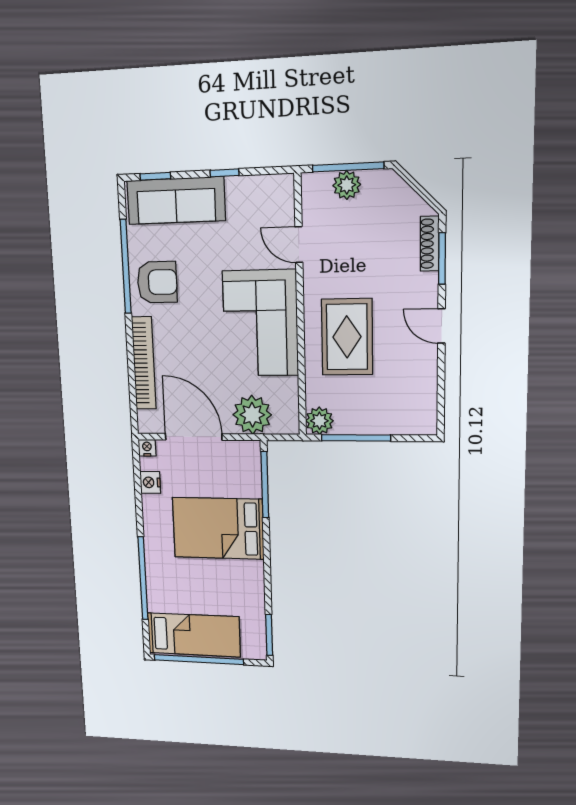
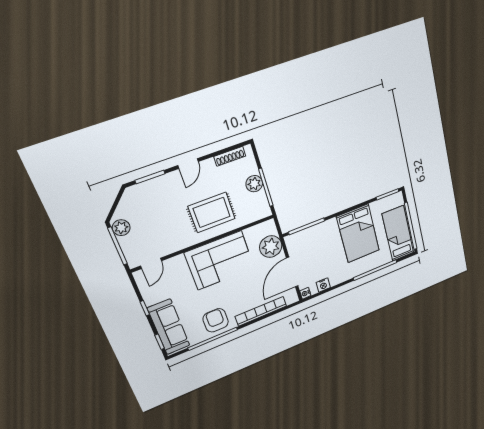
plant: (347, 185) -> (121, 228), moved
shoe rack: (430, 244) -> (230, 156), moved
door: (299, 245) -> (151, 263), moved
plant: (319, 421) -> (254, 184), moved
bed: (218, 528) -> (358, 233), moved

